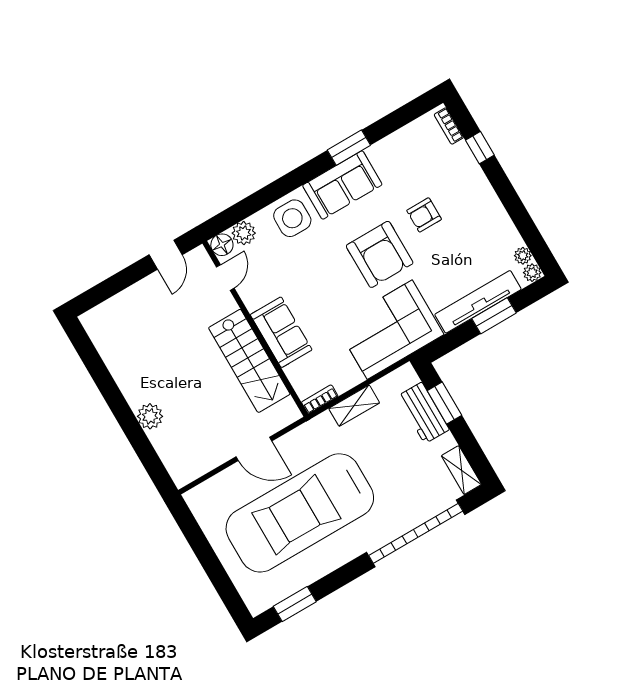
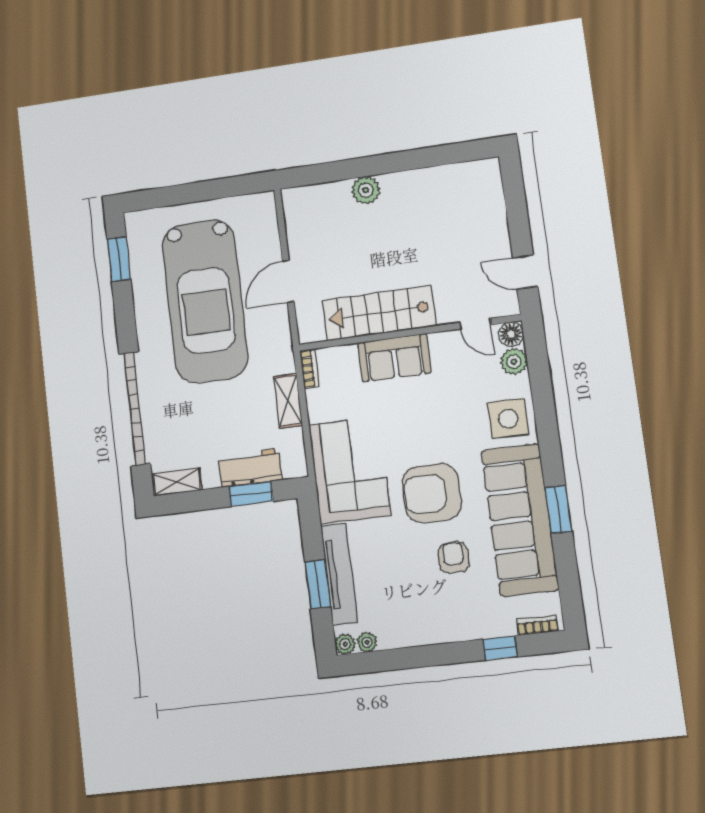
sofa: (342, 185) -> (520, 520), width x1.85, depth x1.27
car: (300, 513) -> (205, 301), turned 180

